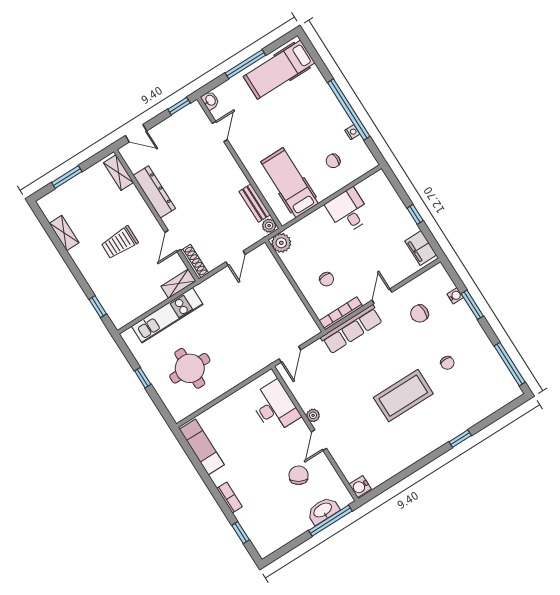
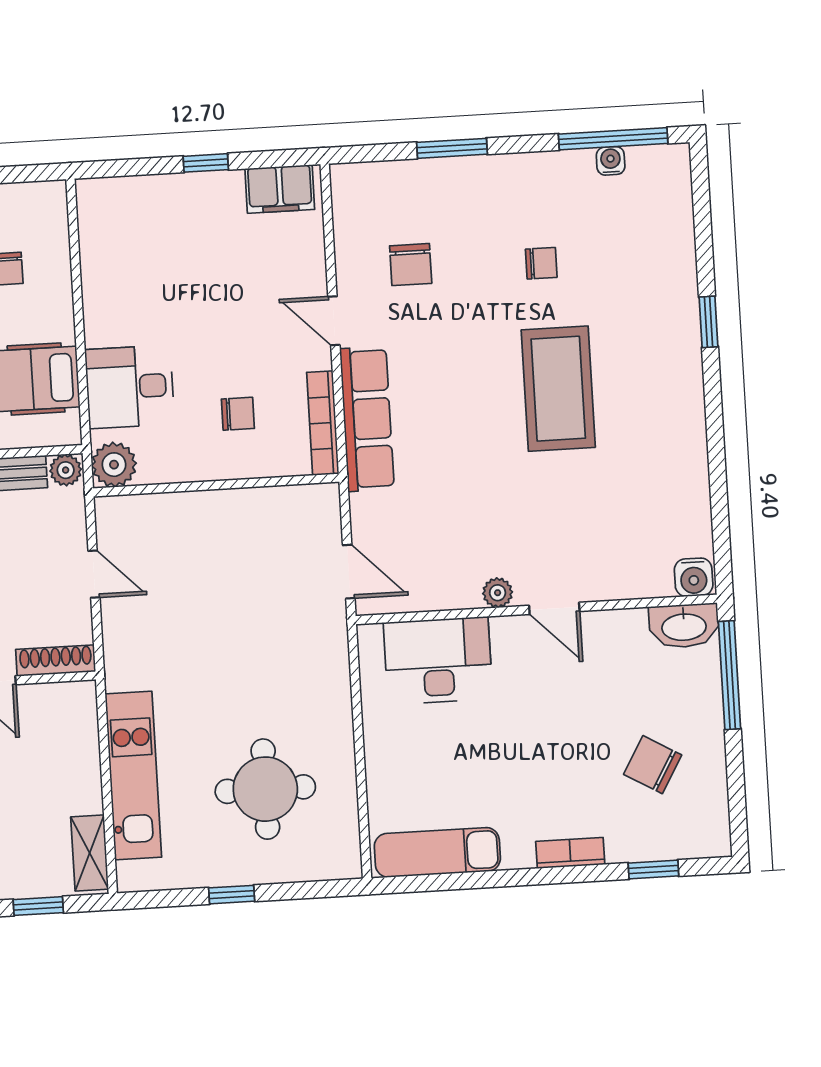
desk: (348, 211) -> (130, 387), moved
shelving: (178, 284) -> (90, 853), moved
water cooler: (455, 296) -> (611, 161), moved
chair: (299, 475) -> (653, 765), moved
washbasin: (323, 510) -> (684, 626), moved, turned -90

